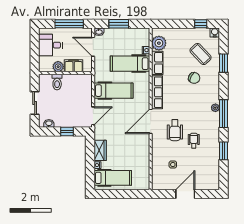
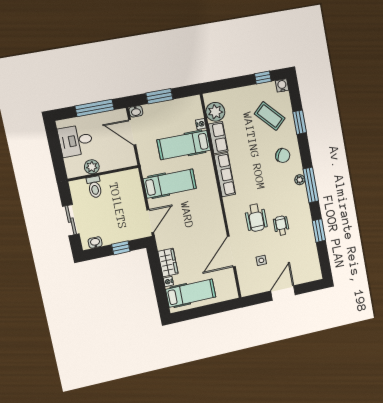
filing cabinet: (74, 66) -> (112, 162), removed
chair: (194, 78) -> (283, 156), moved
door: (151, 121) -> (231, 251), moved

